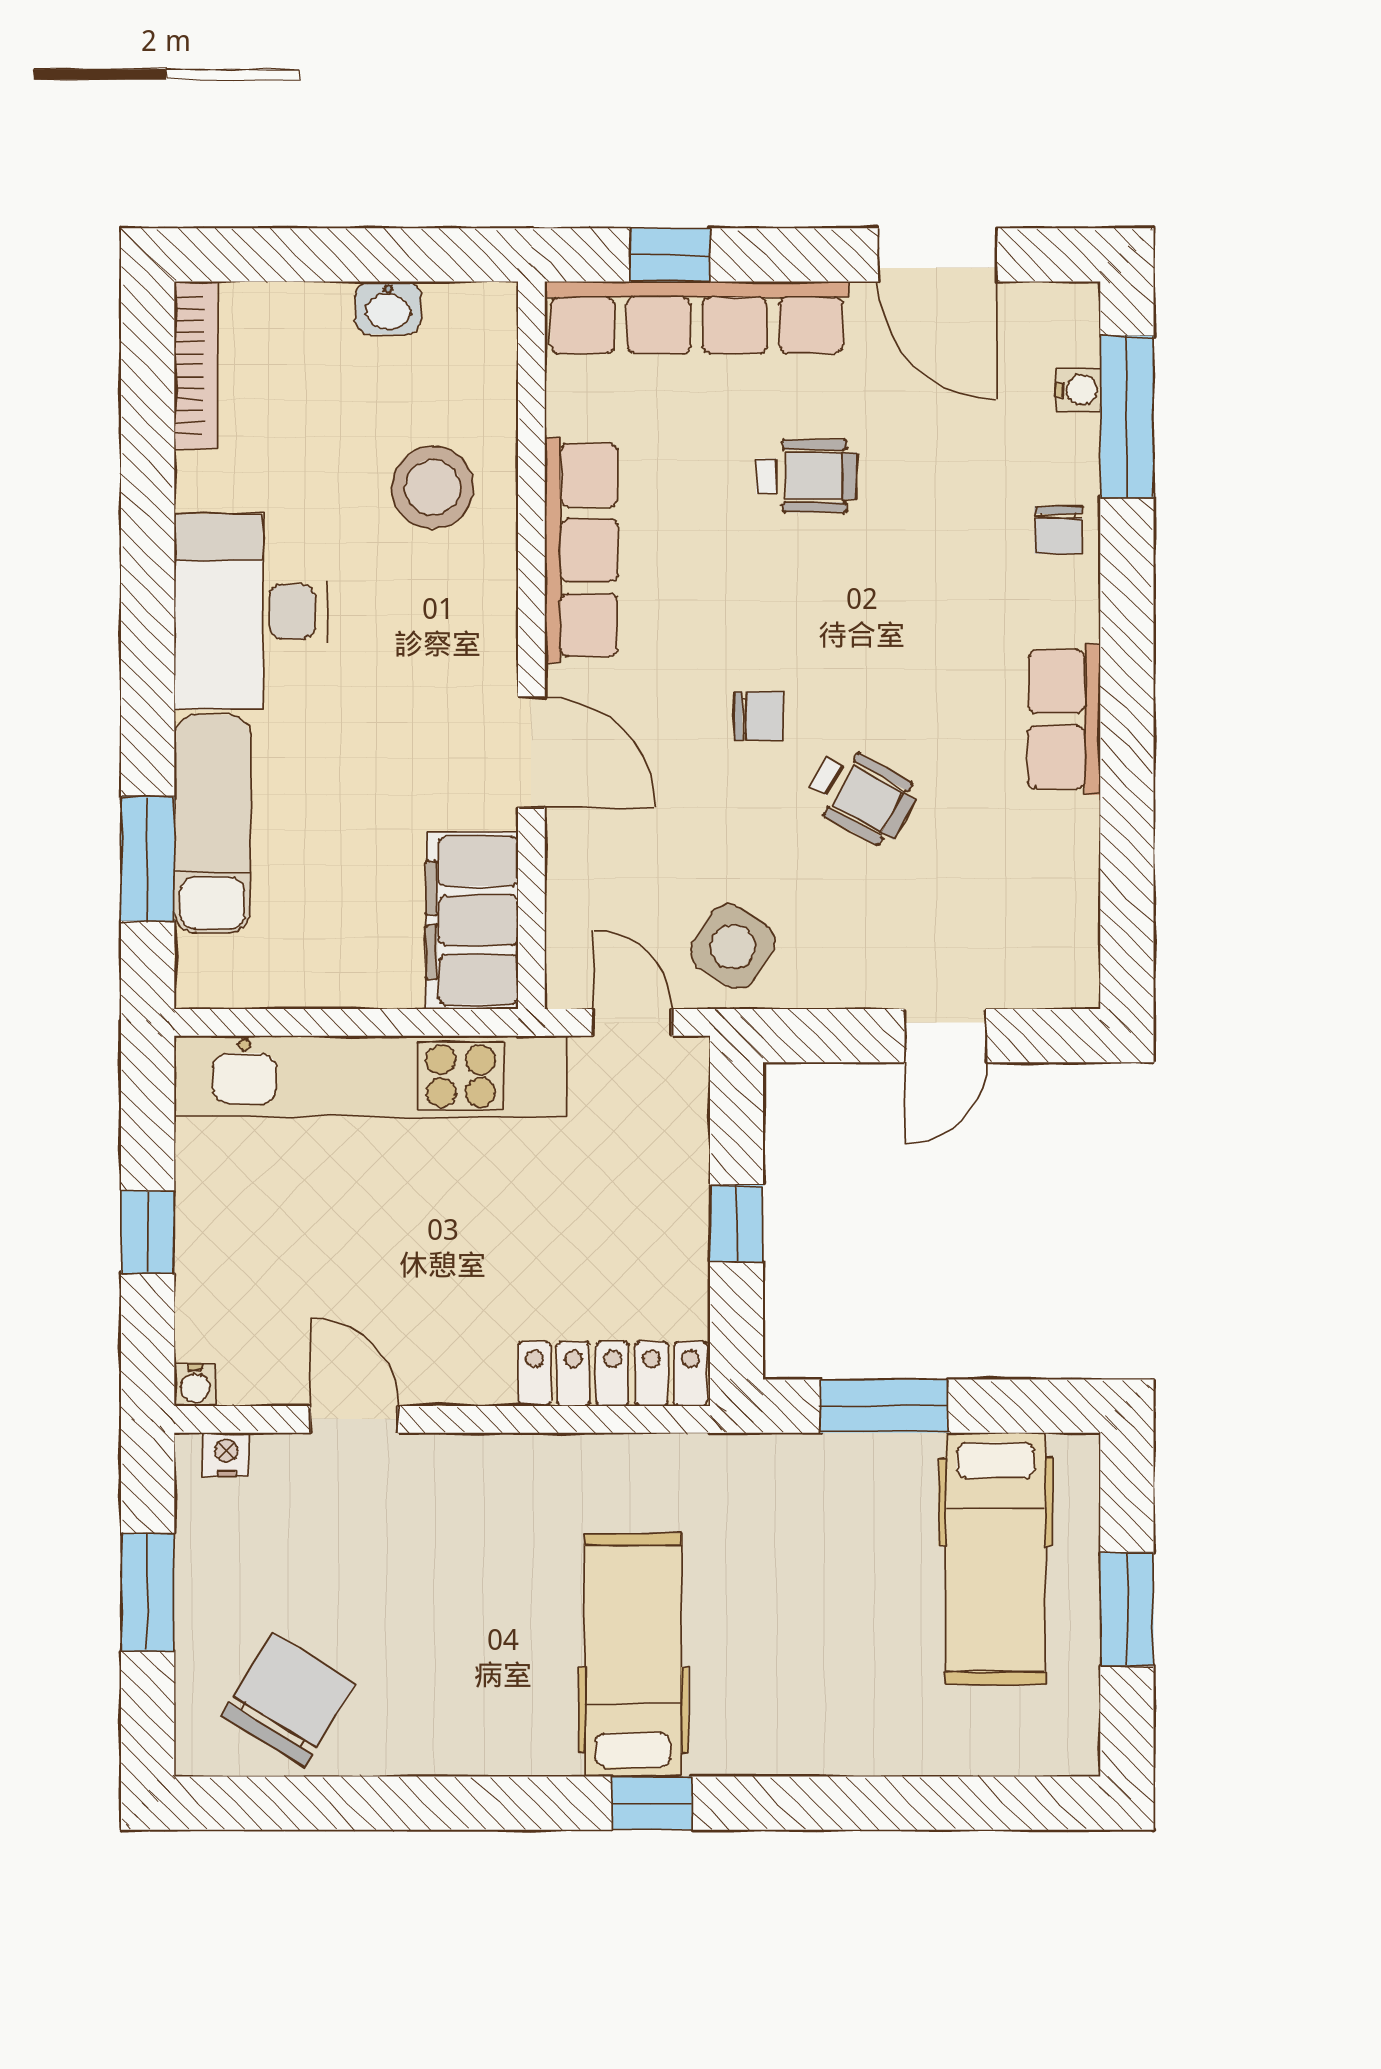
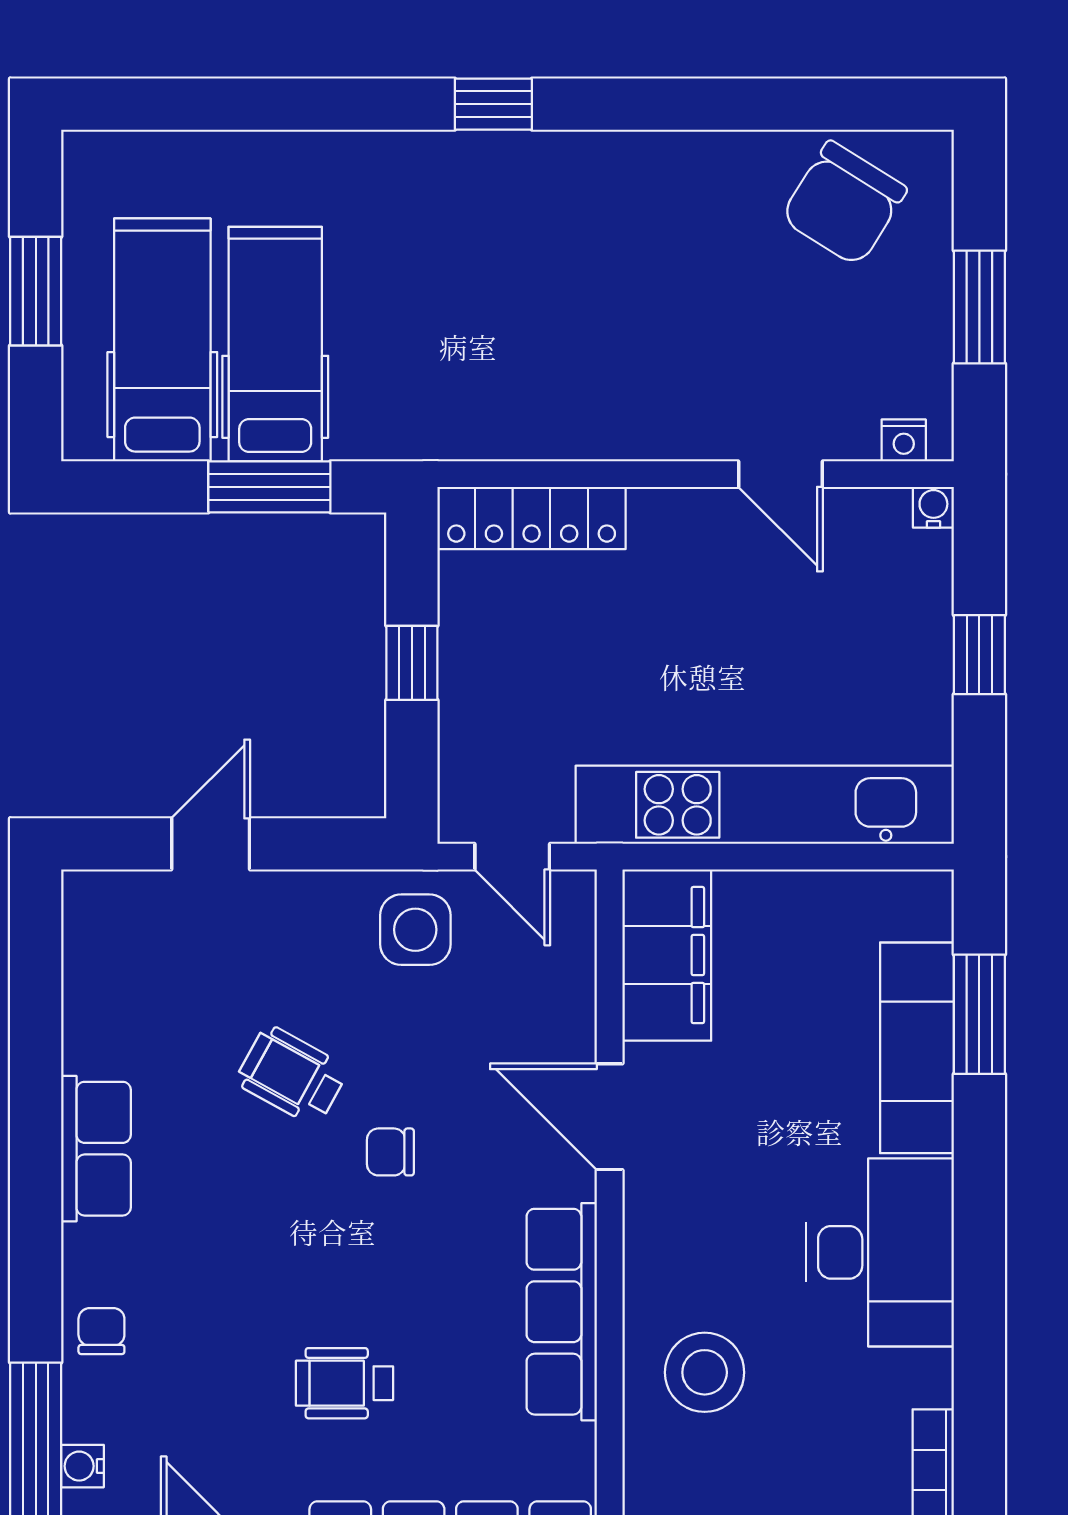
side table: (733, 947) -> (415, 930), turned -33
hospital bed: (633, 1655) -> (275, 344), moved, turned 180

